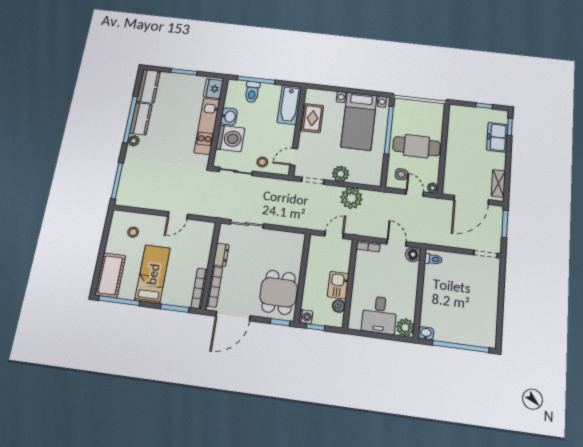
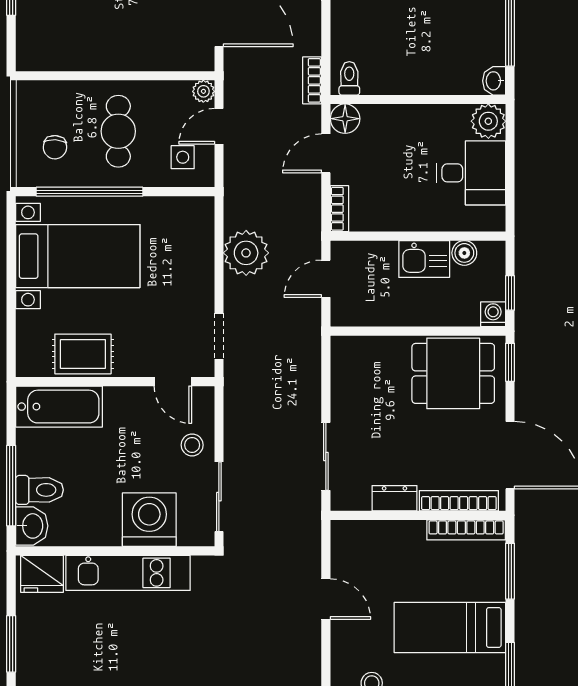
washbasin: (229, 116) -> (32, 526), moved, turned 90
chair: (412, 117) -> (55, 147), added
cafe table: (417, 146) -> (118, 131), width x0.73, depth x0.74
plant: (341, 174) -> (197, 281), removed
door: (334, 235) -> (326, 279), hinge flipped
bookcase: (434, 241) -> (312, 80), added

